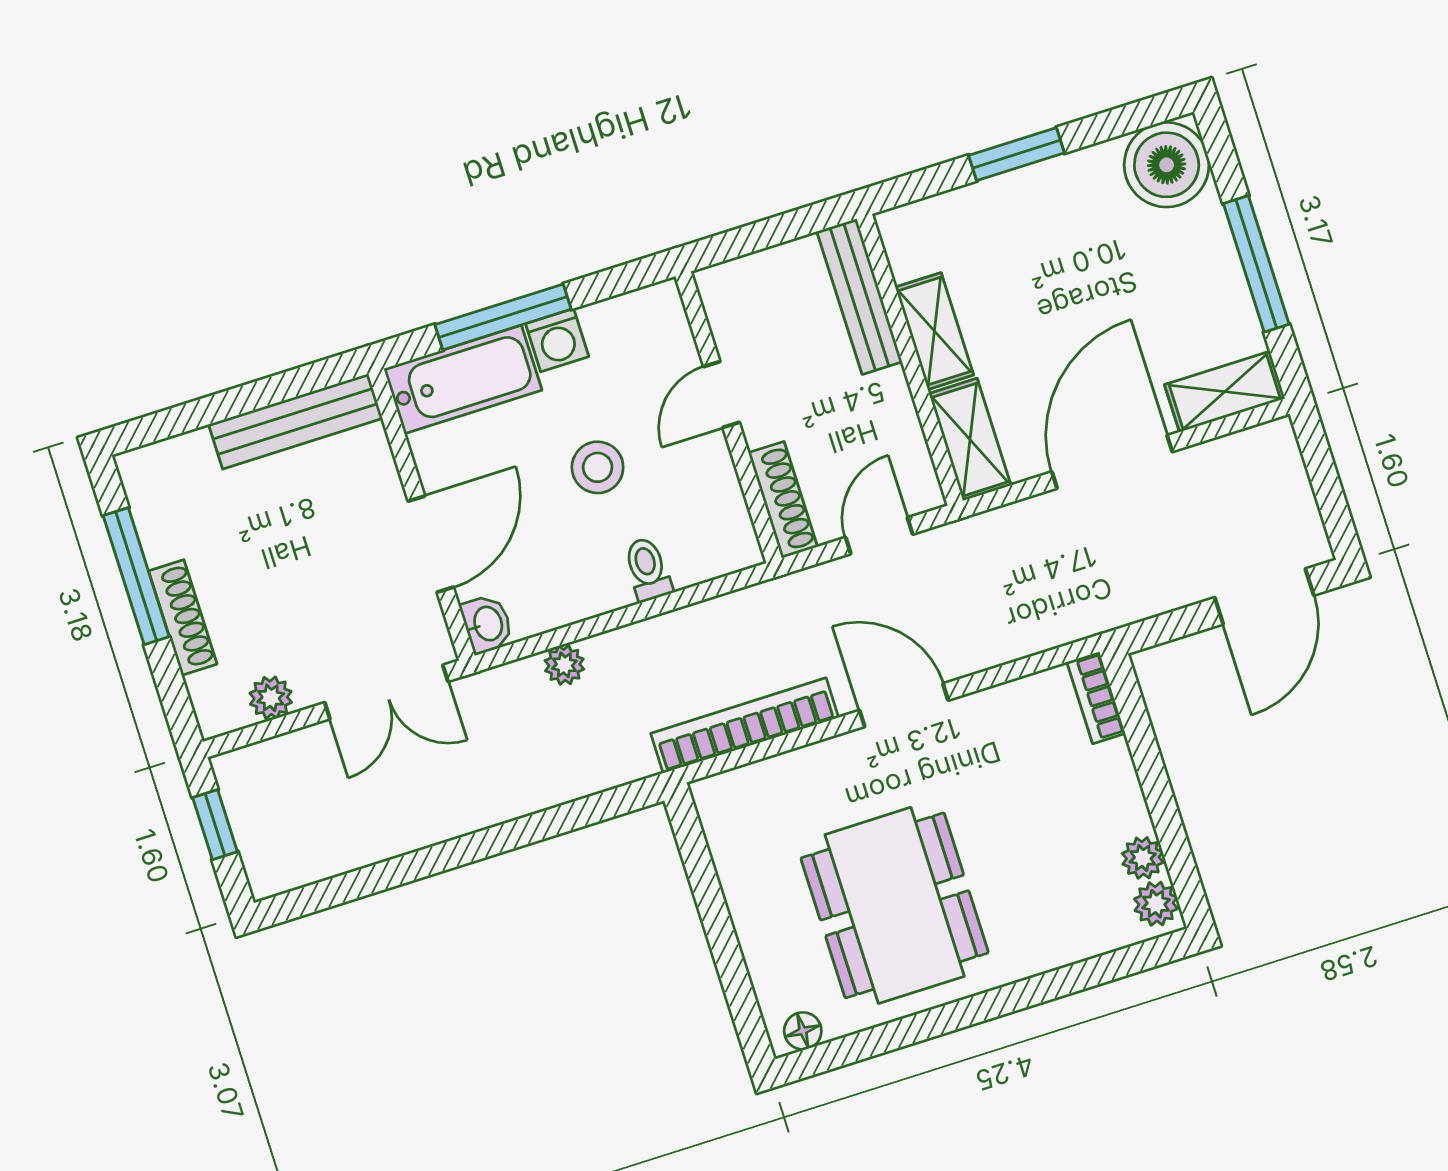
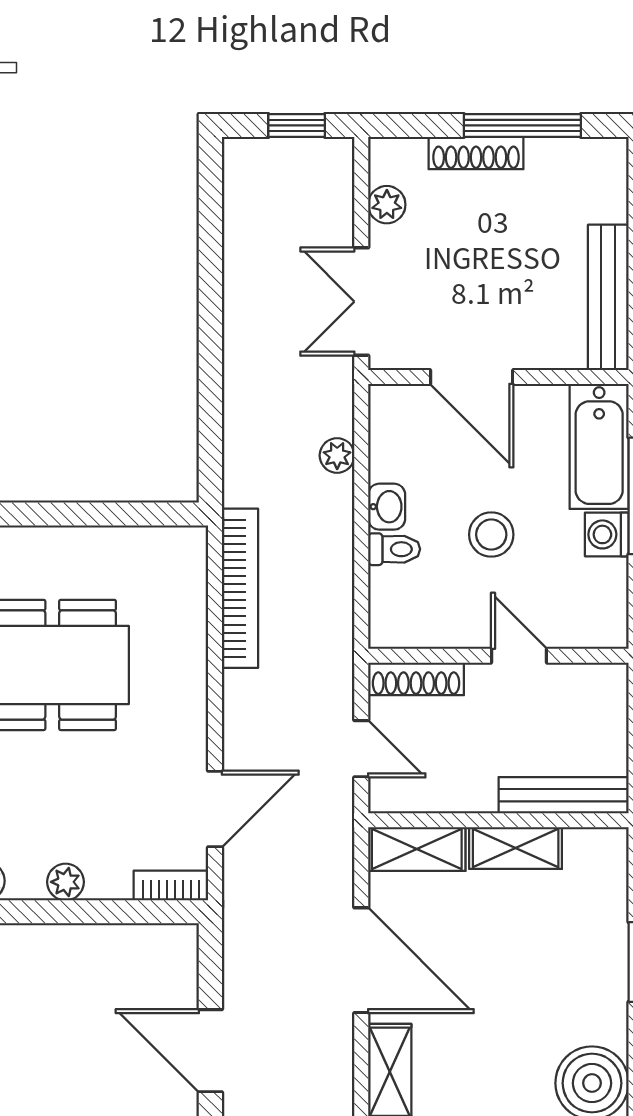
washbasin: (487, 624) -> (387, 507), moved, turned -90
door: (904, 705) -> (215, 809), moved
plant: (1143, 858) -> (66, 882), moved

